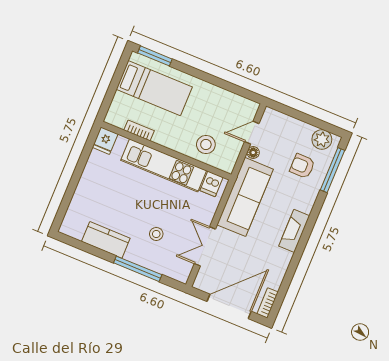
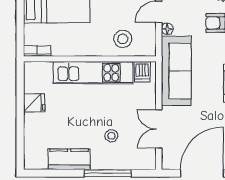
bookcase: (139, 130) -> (37, 51), moved
fridge: (105, 141) -> (34, 103), moved, turned -90

